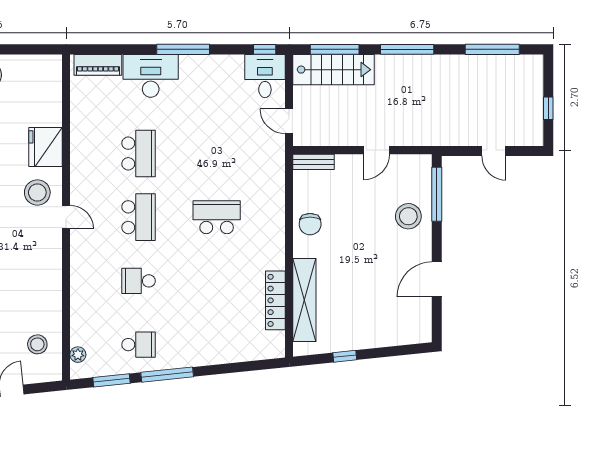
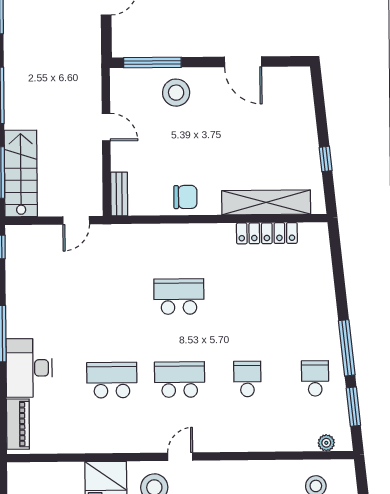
desk: (265, 76) -> (28, 246), removed
school desk: (217, 217) -> (179, 297), turned 90
school desk: (139, 281) -> (247, 379), turned 180

